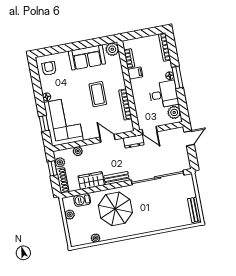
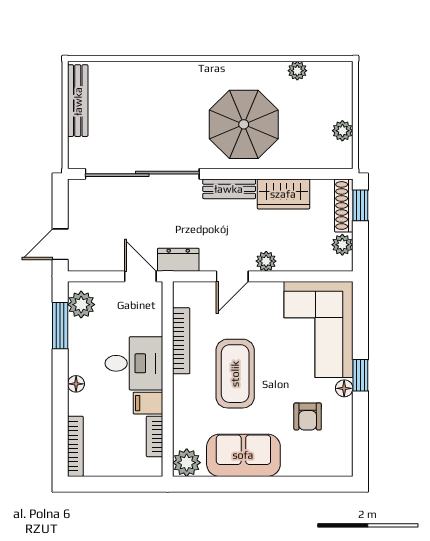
armchair: (49, 68) -> (308, 416), moved
window: (178, 77) -> (60, 326), moved
coffee table: (98, 94) -> (235, 374), width x1.36, depth x1.32
desk: (164, 94) -> (134, 363), moved, turned 180
window: (44, 124) -> (360, 375), moved
door: (107, 138) -> (232, 276), hinge flipped
plant: (78, 151) -> (266, 261), moved
window: (52, 168) -> (360, 205), moved
barbecue: (82, 200) -> (310, 157), removed
bench: (194, 210) -> (78, 101), width x1.36

